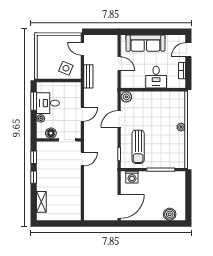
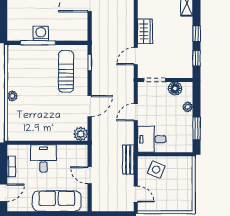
desk: (48, 103) -> (152, 139), moved, turned 180
washing machine: (132, 177) -> (41, 33), moved
wardrobe: (75, 179) -> (145, 31), added

